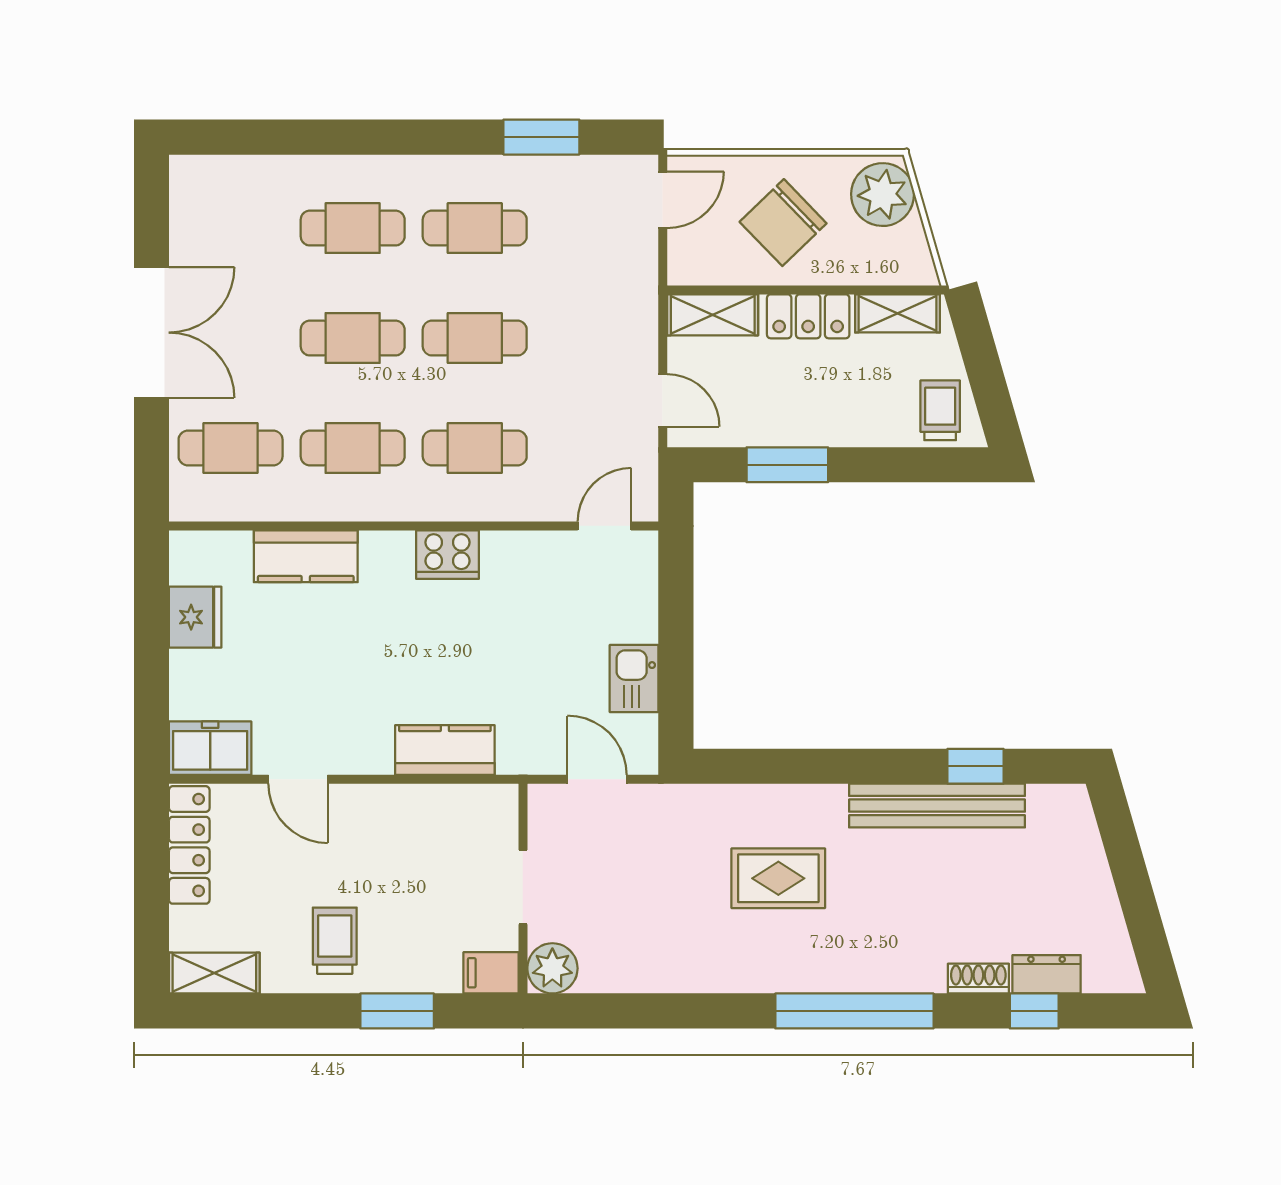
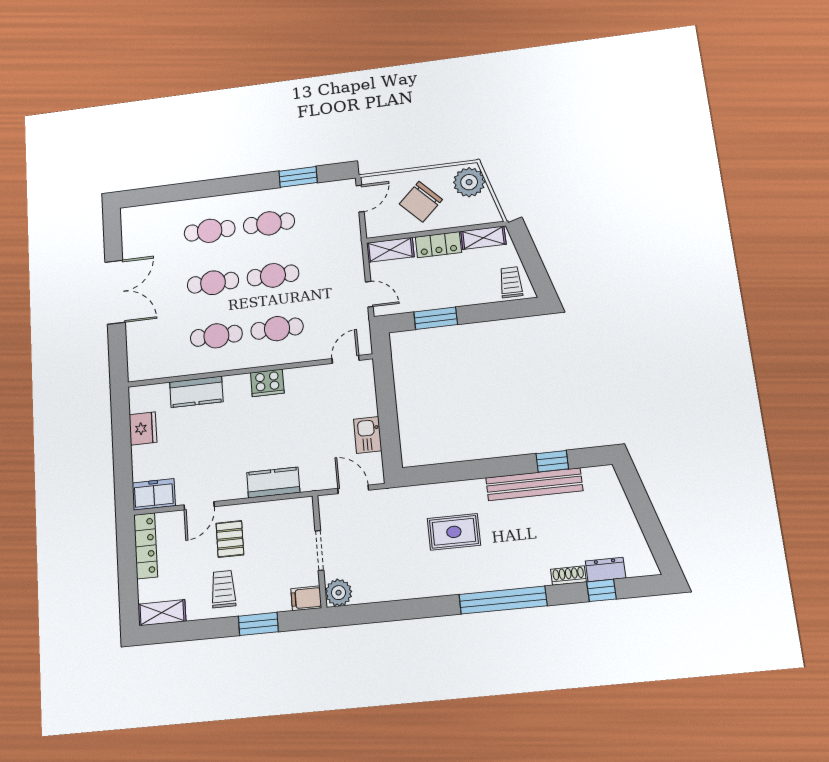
cafe table: (231, 448) -> (156, 343), removed
door: (298, 779) -> (199, 506), hinge flipped
pallet: (354, 849) -> (230, 539), added

